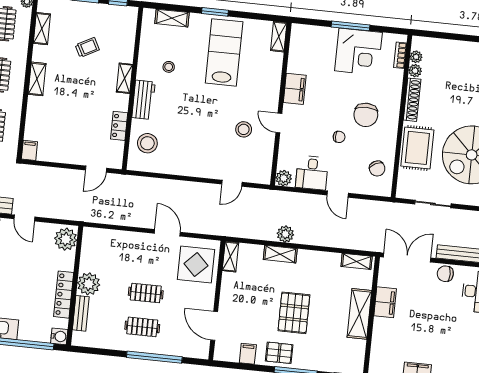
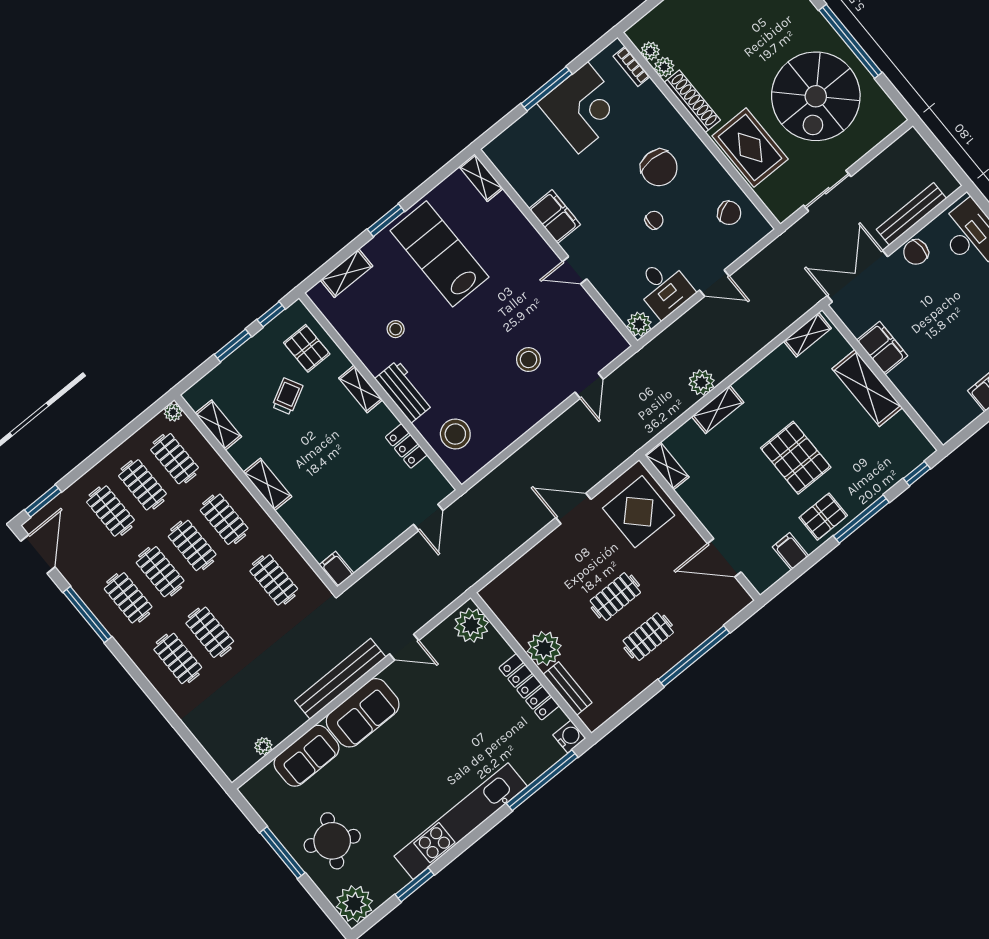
pallet: (119, 34) -> (307, 348), added
stool: (244, 129) -> (529, 360), moved

